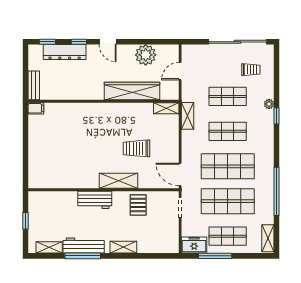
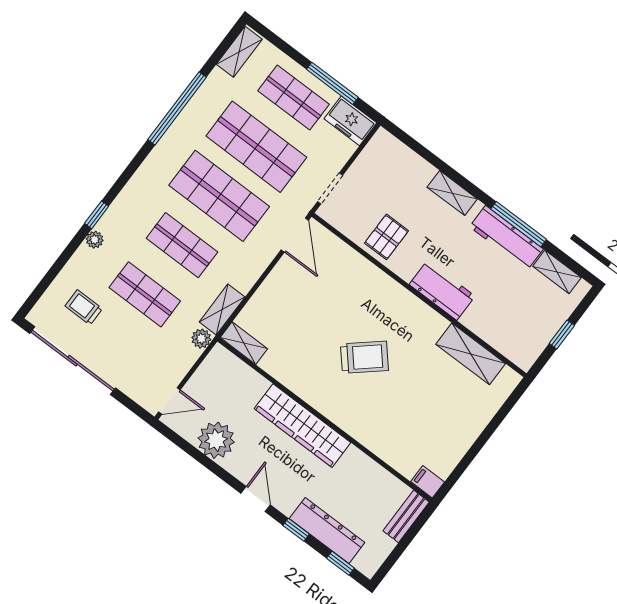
door: (180, 71) -> (169, 401), moved
wardrobe: (132, 91) -> (302, 426), moved
plant: (187, 96) -> (201, 339), added
trolley: (136, 148) -> (364, 357), moved, turned -41
shelving: (118, 181) -> (471, 354), moved

